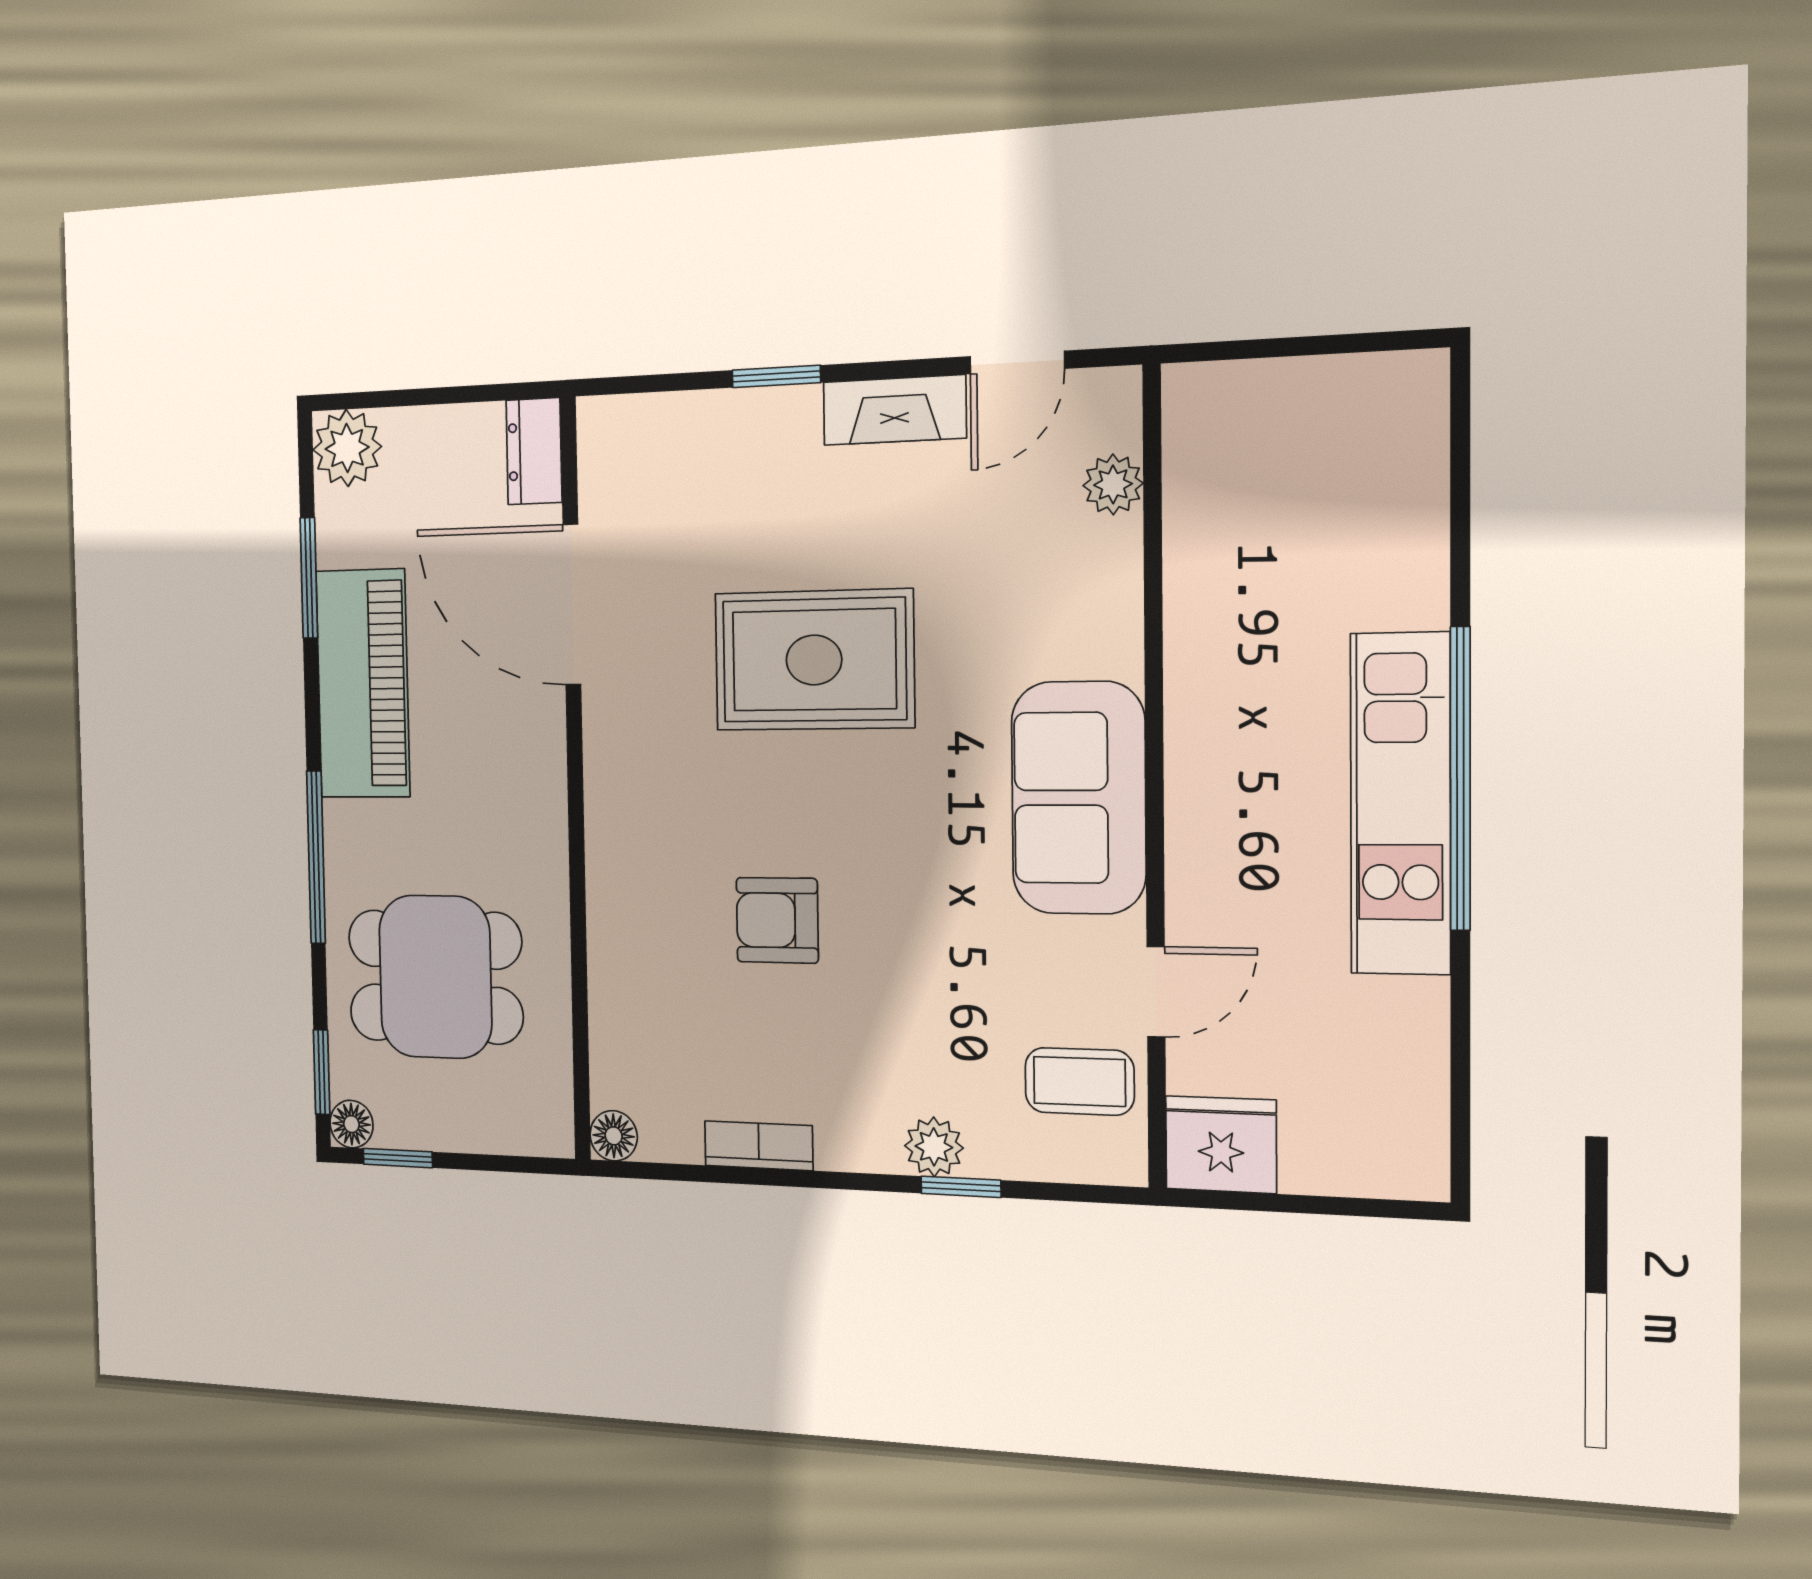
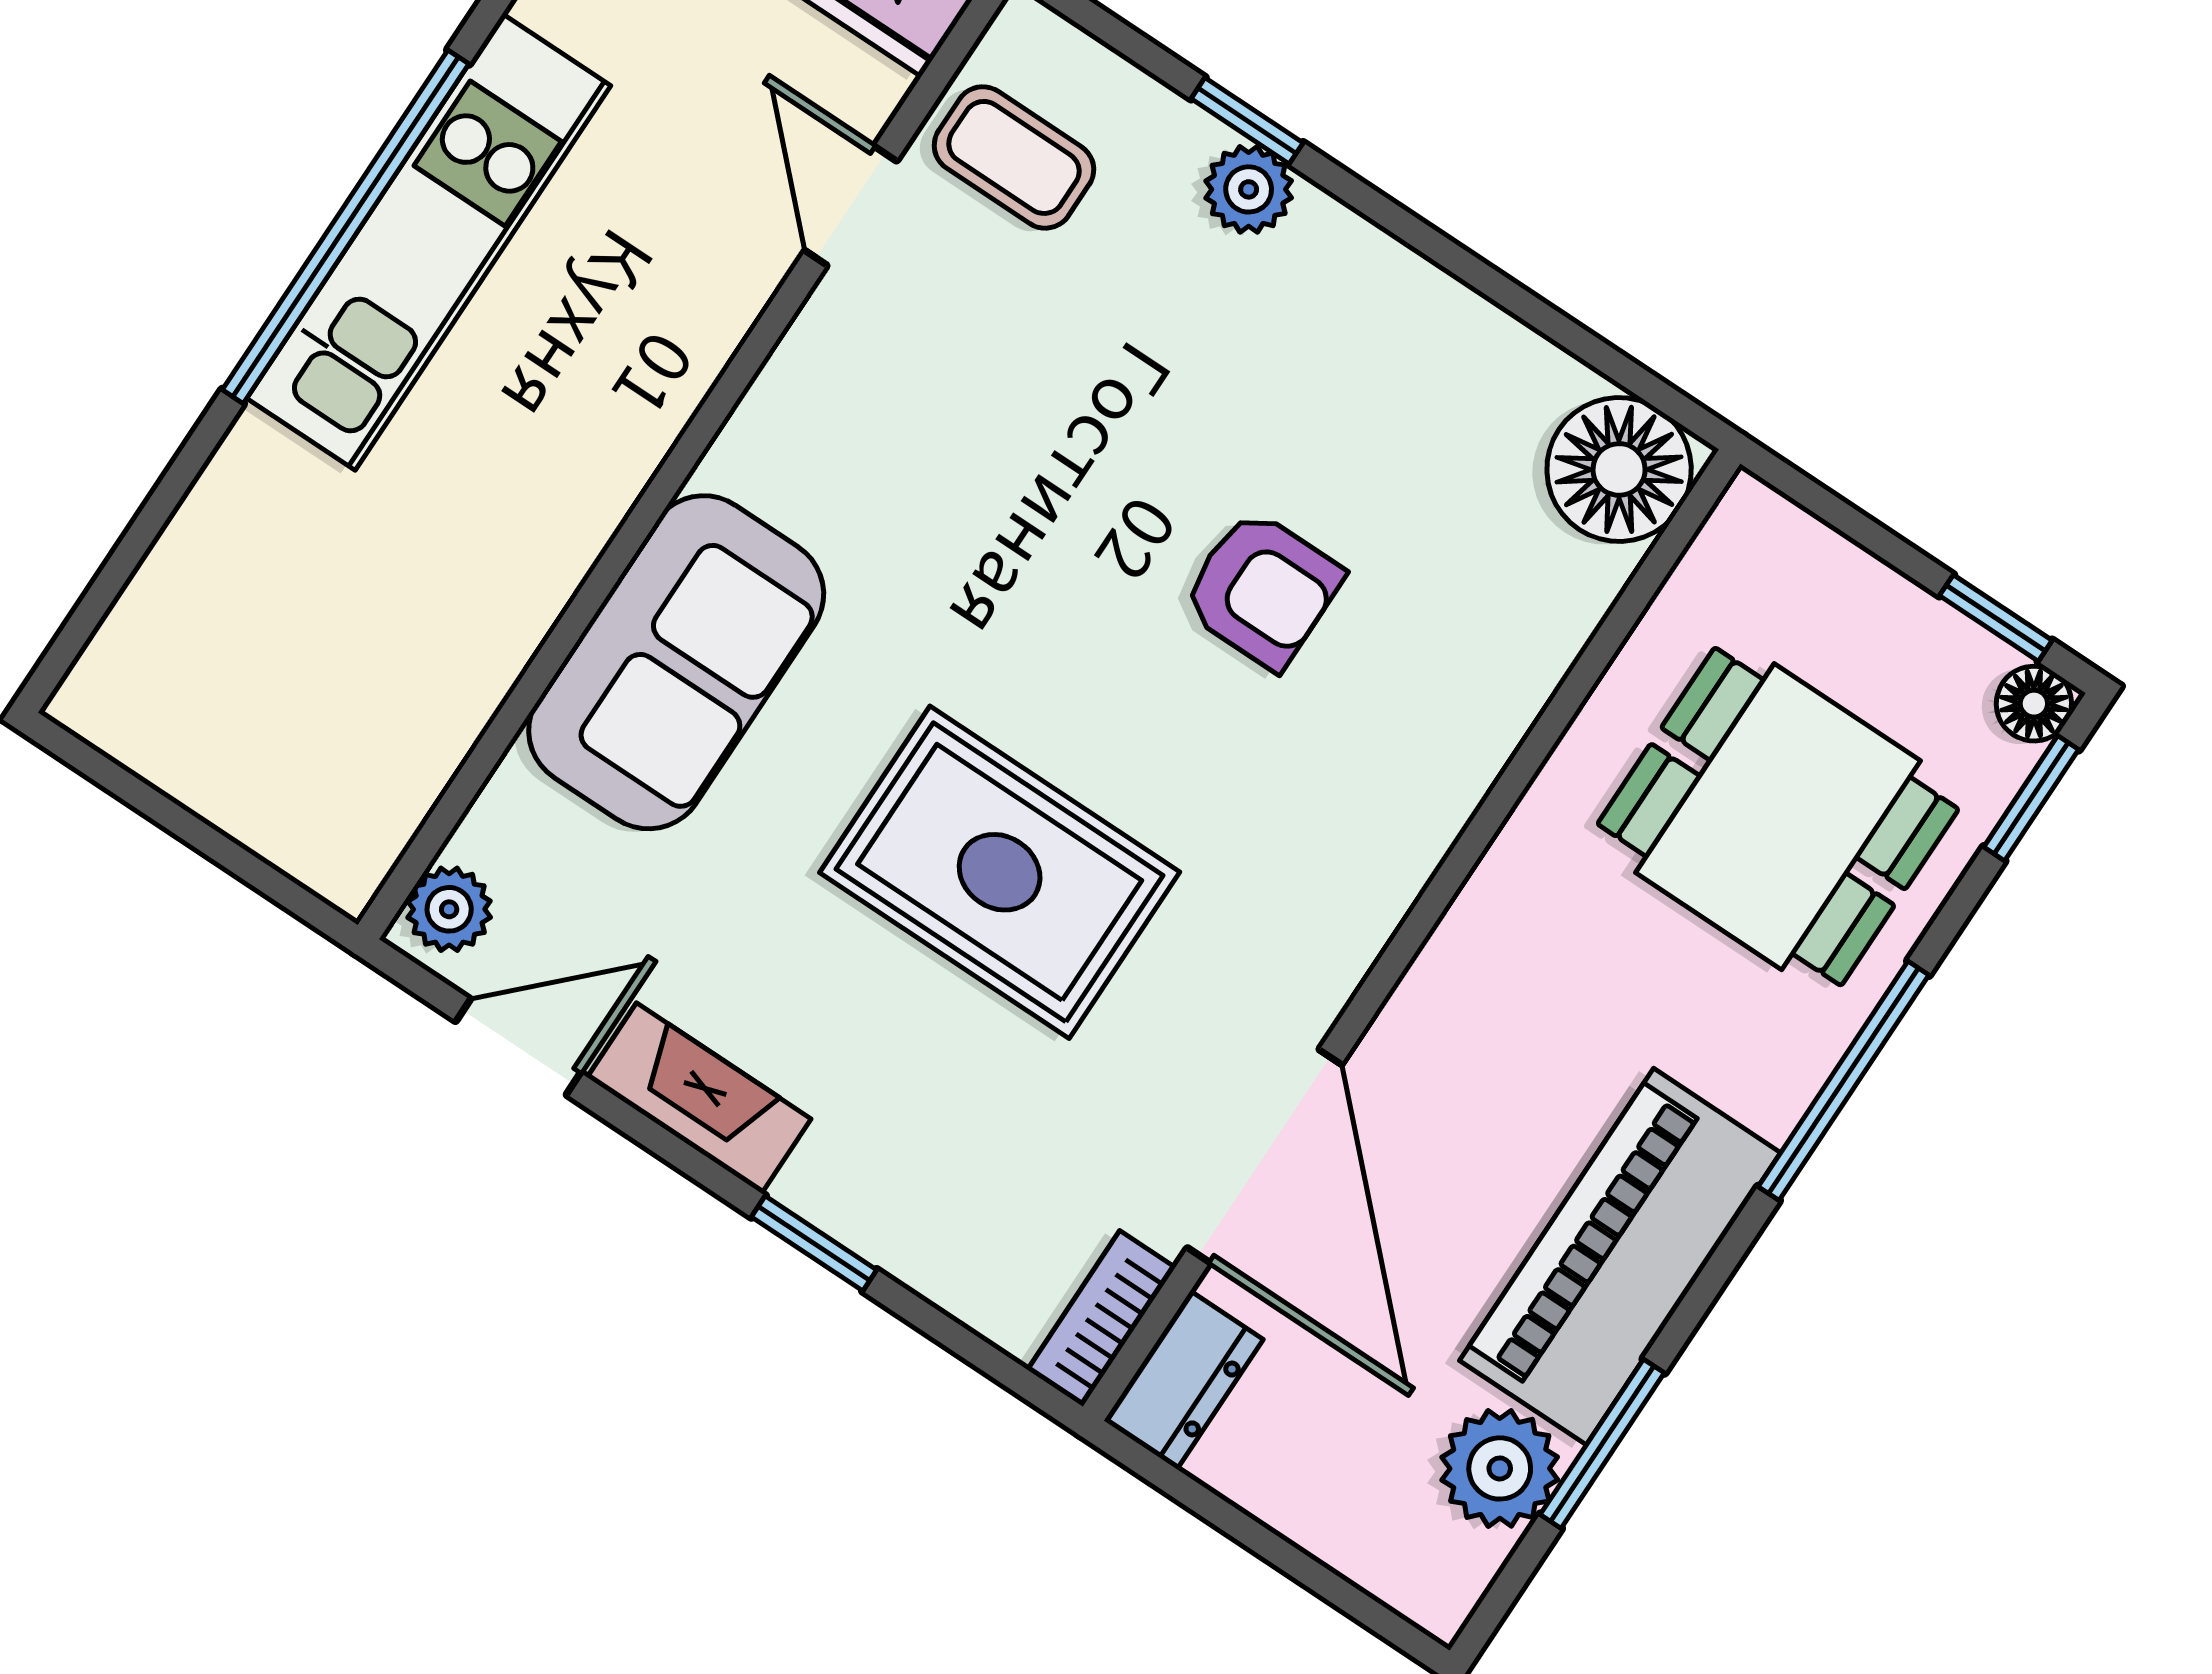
plant: (347, 448) -> (1500, 1468), moved
plant: (1113, 484) -> (449, 909), moved
sofa: (1078, 798) -> (676, 662), moved
door: (1156, 992) -> (851, 206), hinge flipped
floor lamp: (614, 1136) -> (1619, 469), width x1.89, depth x1.89
bookcase: (759, 1146) -> (1101, 1319), moved, turned 90

